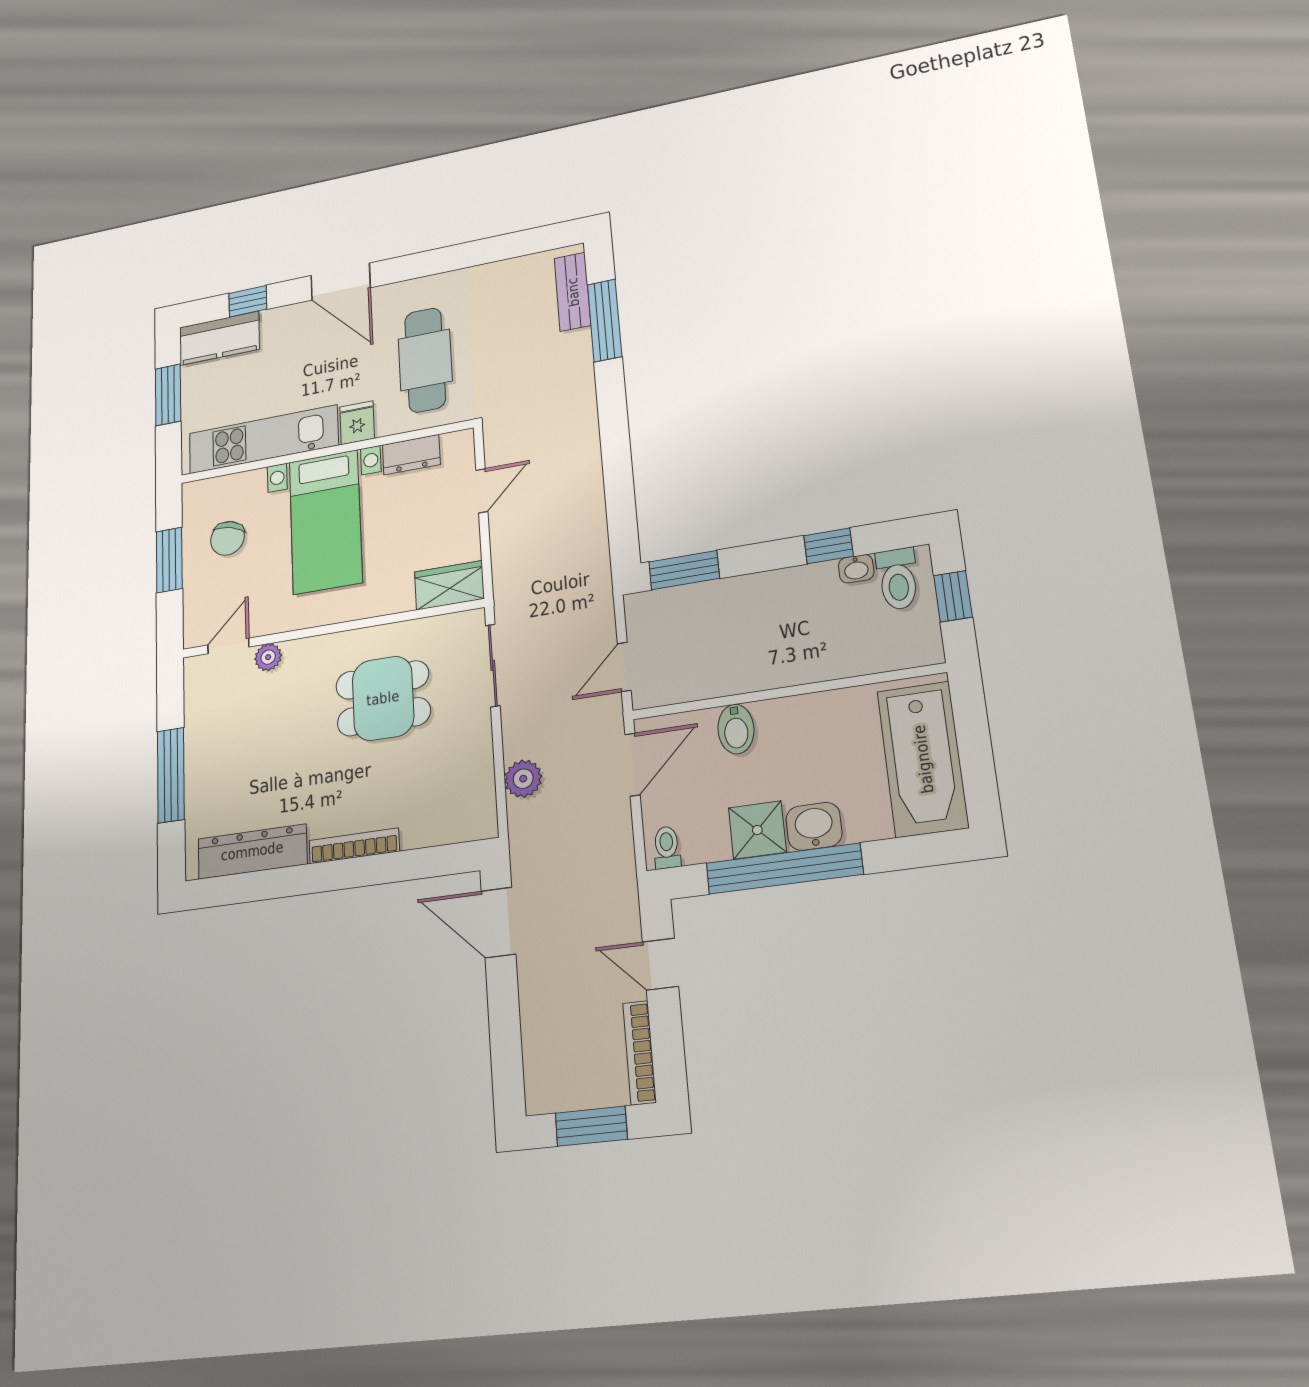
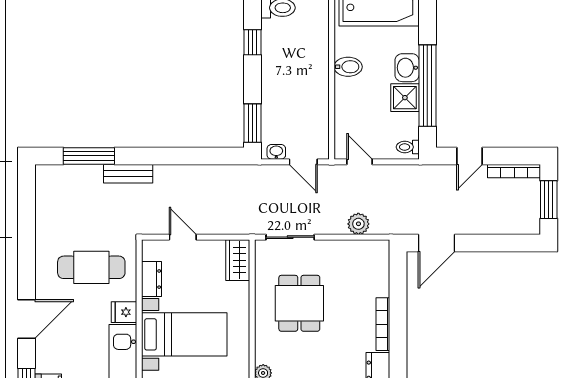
bench: (573, 292) -> (128, 174), moved
washbasin: (856, 569) -> (276, 152), moved, turned -90
bidet: (736, 729) -> (348, 67), moved
door: (632, 765) -> (359, 162), width x0.73

